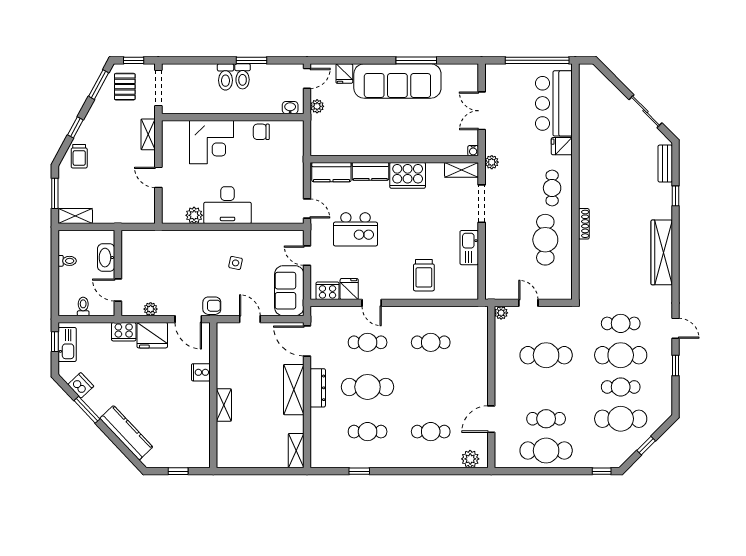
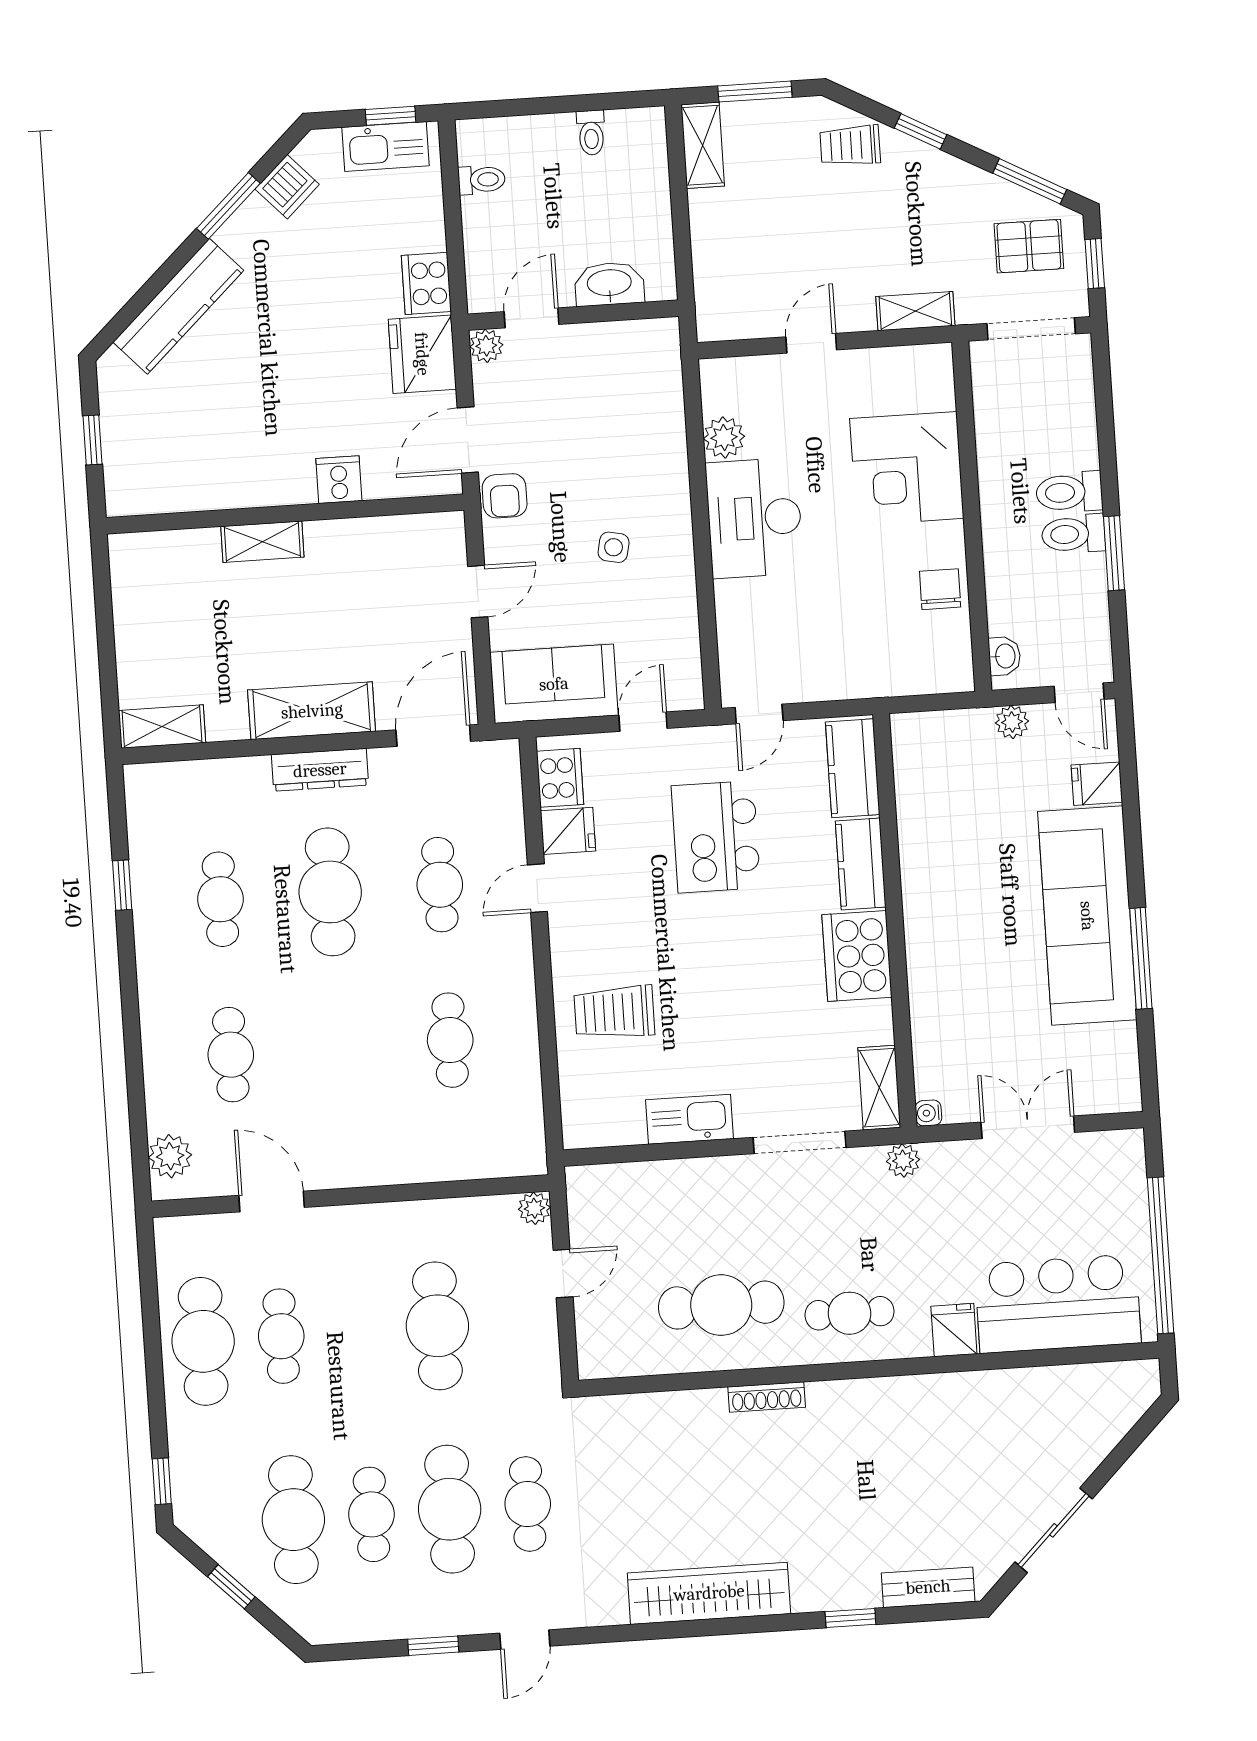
washbasin: (106, 258) -> (609, 284), moved
wall: (118, 273) -> (573, 315), moved
door: (118, 290) -> (531, 318), moved

